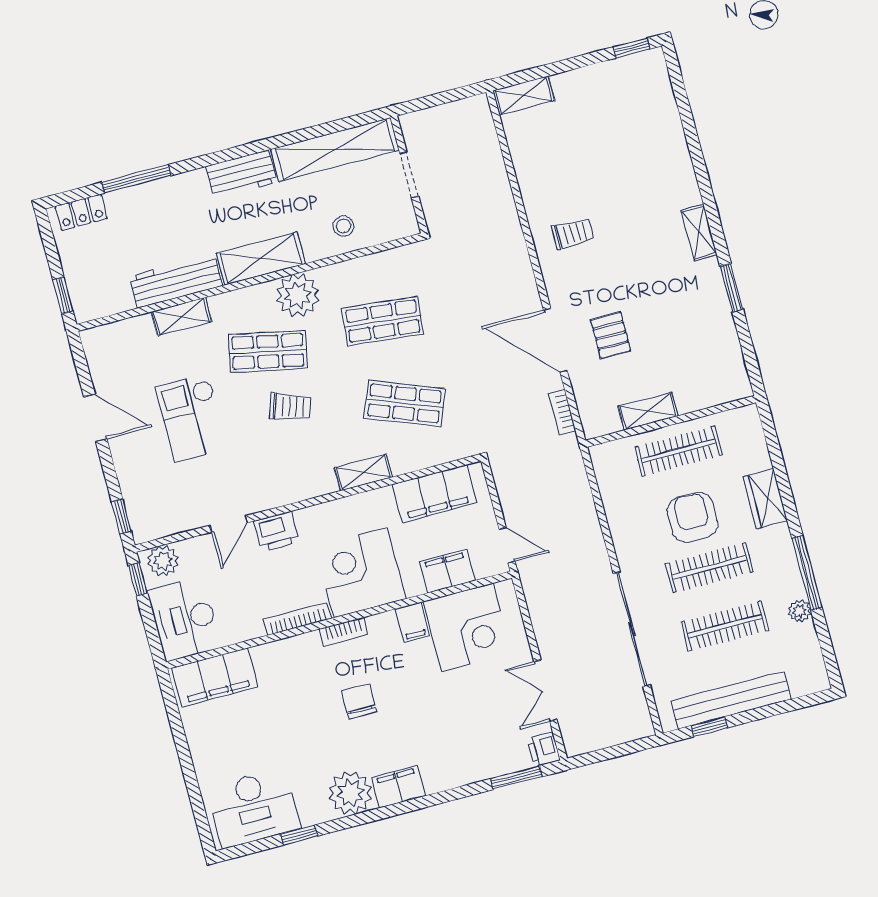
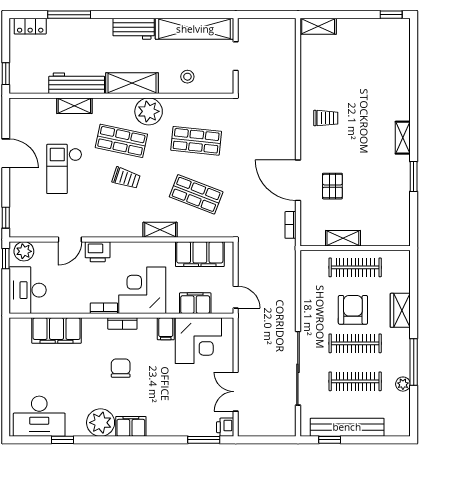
bookcase: (297, 619) -> (104, 308), width x0.64
filing cabinet: (215, 677) -> (57, 330), moved

